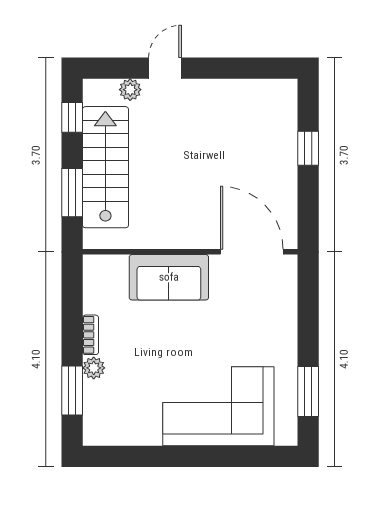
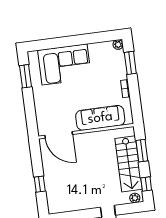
plant: (130, 90) -> (135, 198), moved
sofa: (169, 277) -> (100, 118), width x1.36
plant: (94, 368) -> (118, 45), moved

